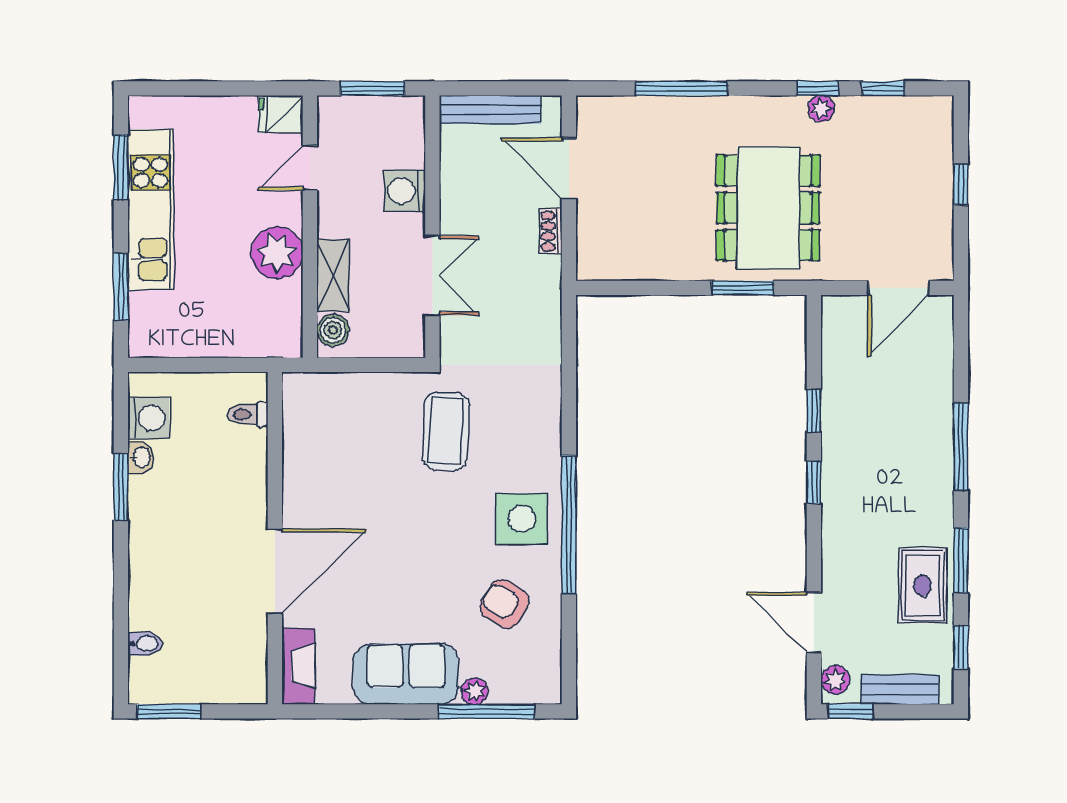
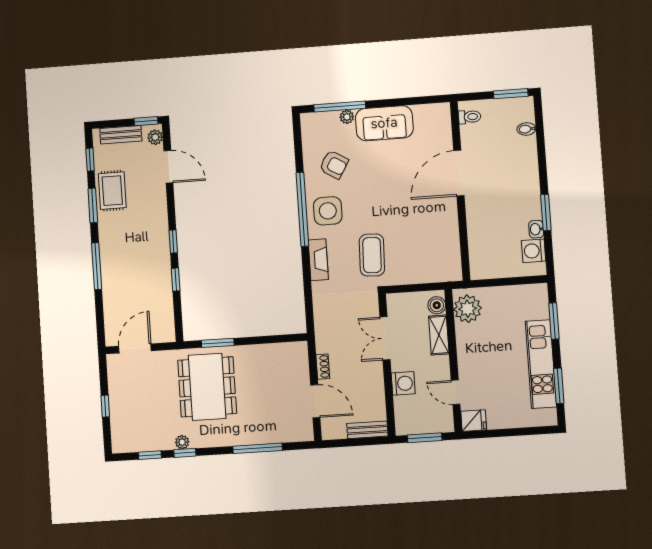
bench: (490, 110) -> (367, 430), width x0.73
door: (310, 168) -> (456, 392), swing flipped
plant: (277, 253) -> (468, 309), moved
toilet: (248, 414) -> (470, 117), moved
fireplace: (298, 666) -> (318, 260), moved, turned 180

